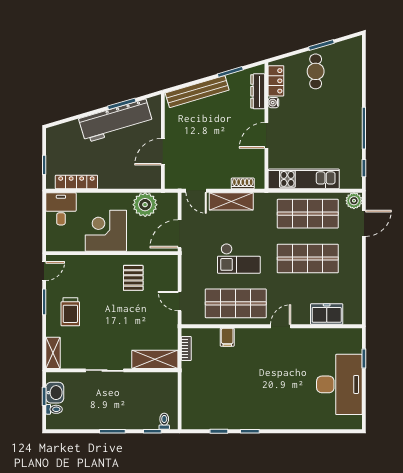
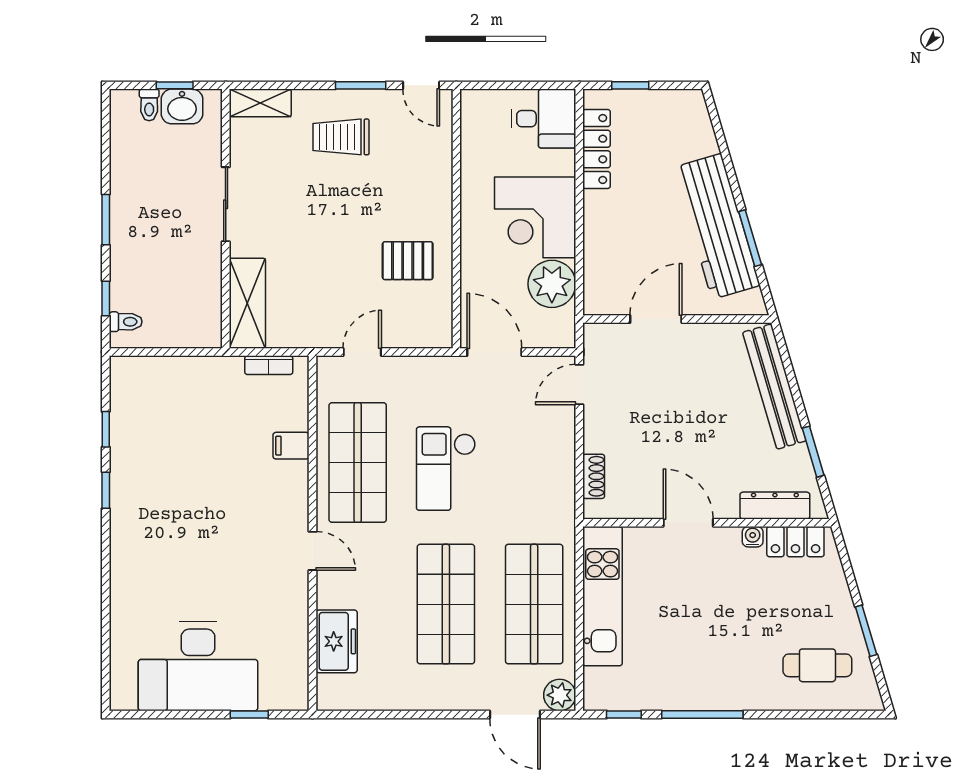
cafe table: (316, 71) -> (817, 665), moved
door: (163, 152) -> (656, 319), hinge flipped
shelving: (231, 201) -> (558, 454), removed
corner desk: (106, 231) -> (535, 217), moved, turned 180

